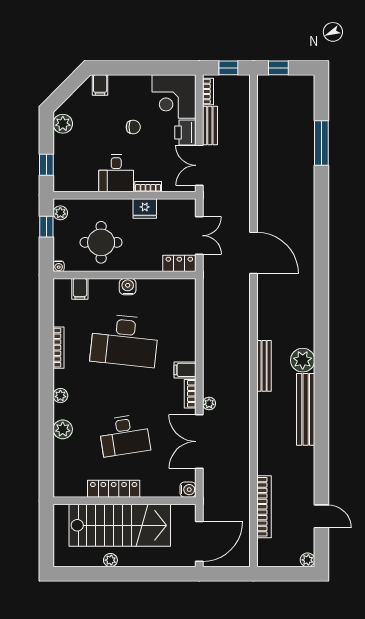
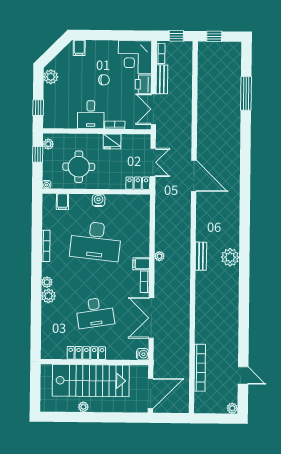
bench: (264, 366) -> (201, 256), width x0.73
plant: (209, 403) -> (159, 256), moved
bench: (306, 409) -> (232, 295), removed
plant: (63, 429) -> (48, 296), moved

